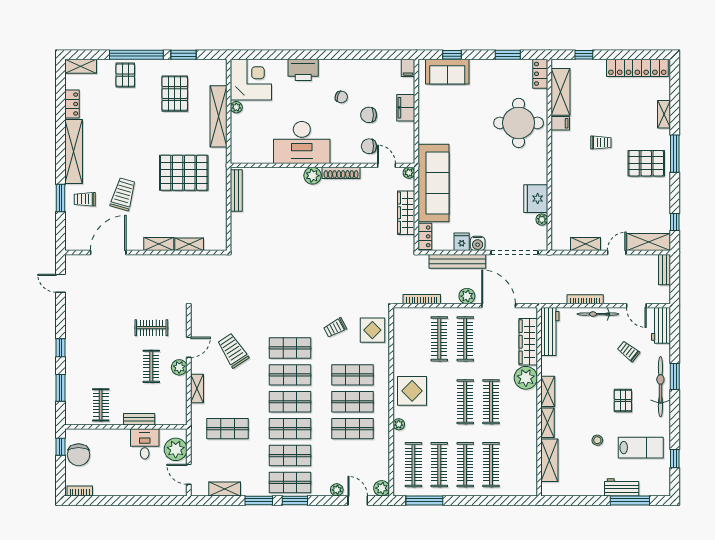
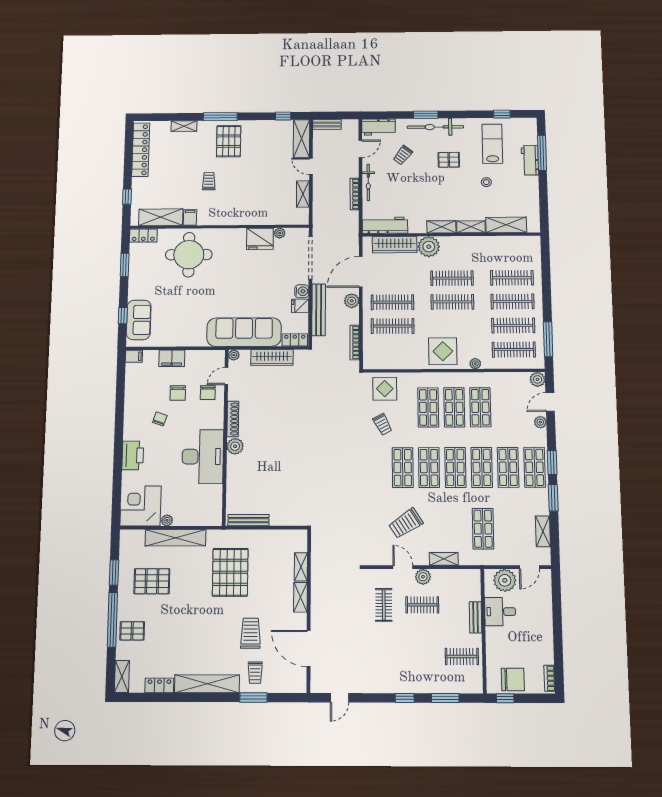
trolley: (123, 194) -> (251, 633), turned 74

